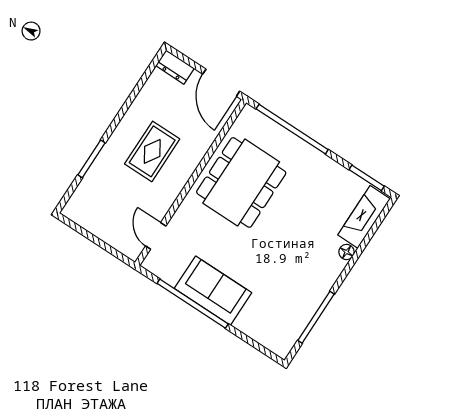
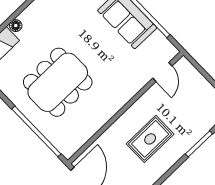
dining table: (241, 182) -> (58, 82), moved

